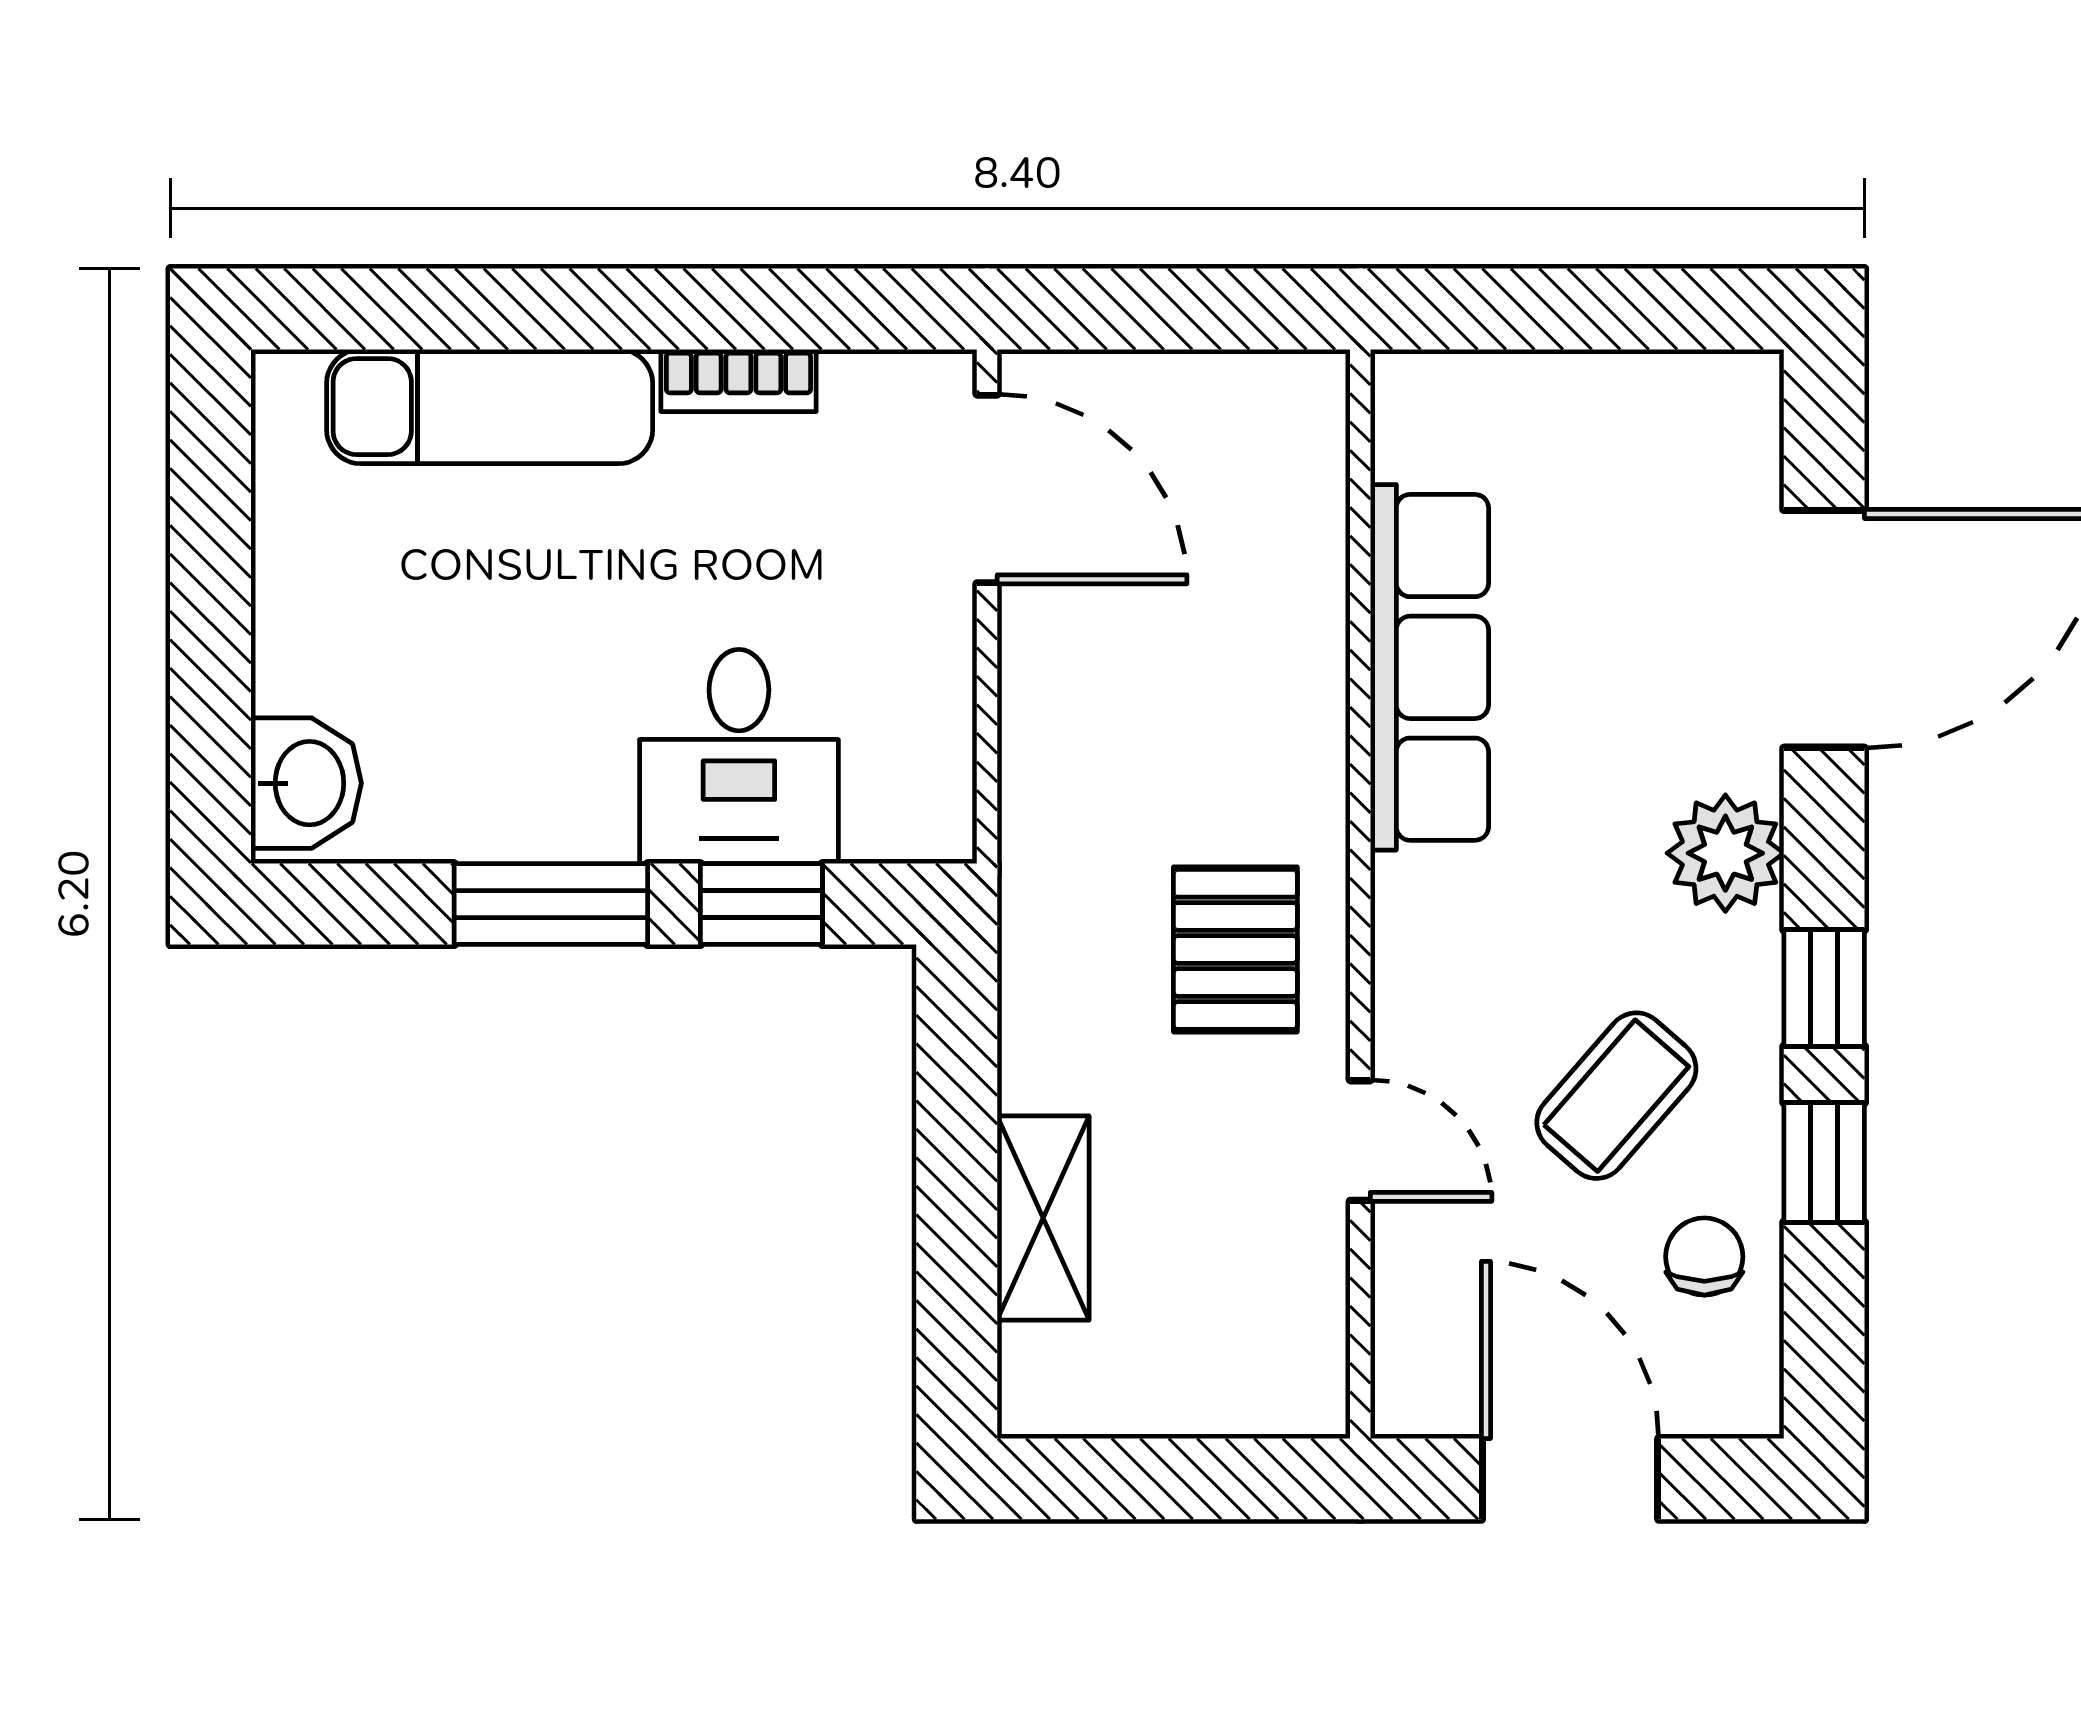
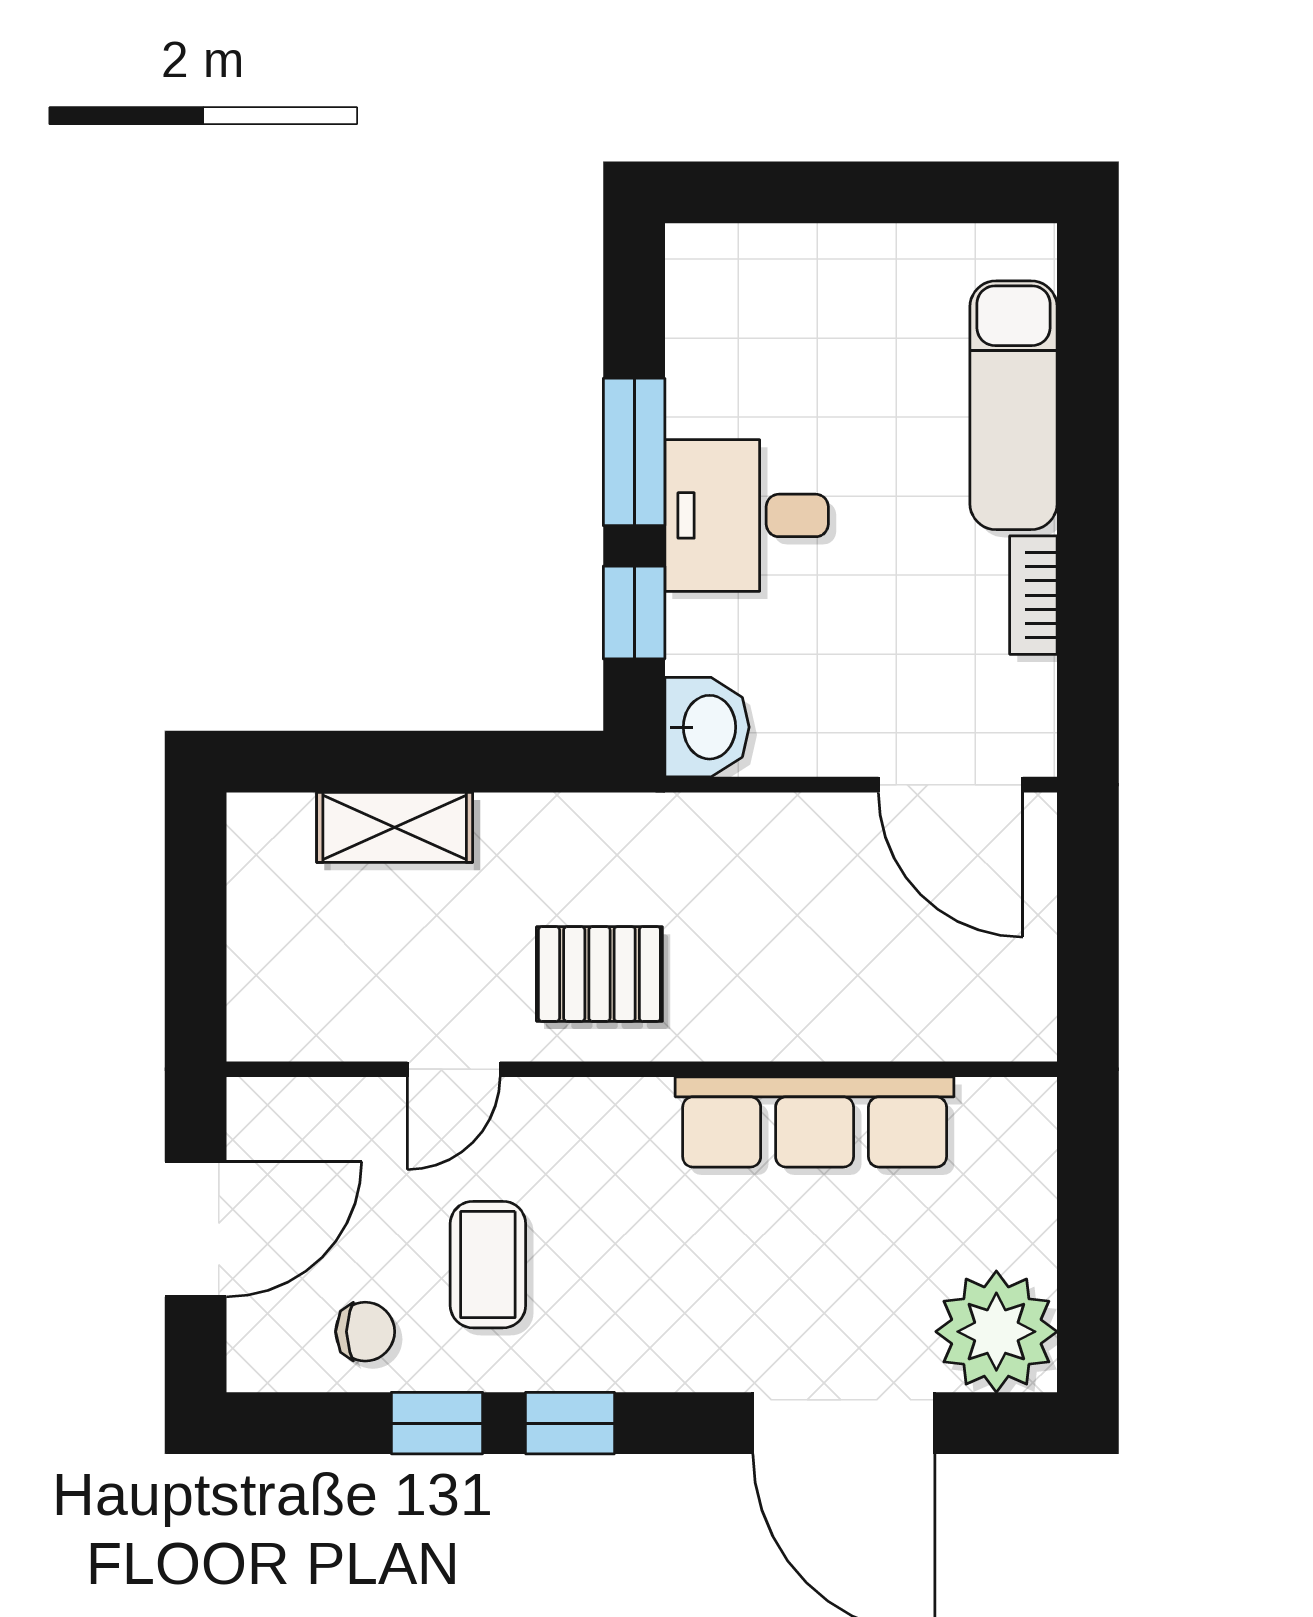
door: (987, 489) -> (951, 785), hinge flipped
desk: (739, 757) -> (747, 515), moved
washbasin: (306, 783) -> (707, 727), moved, turned -90
plant: (1725, 853) -> (996, 1332), moved, width x1.36, depth x1.36
coffee table: (1616, 1096) -> (488, 1265), turned 49

